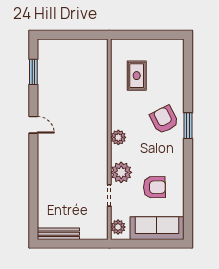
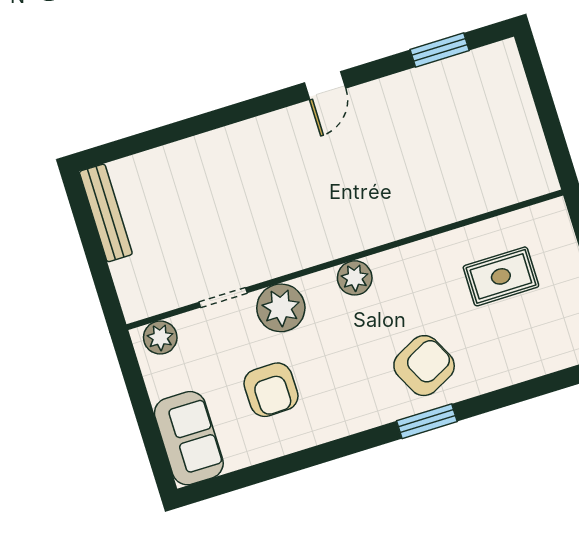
sofa: (157, 228) -> (189, 438), width x0.73

